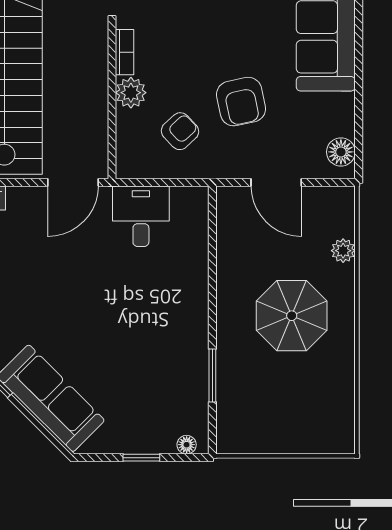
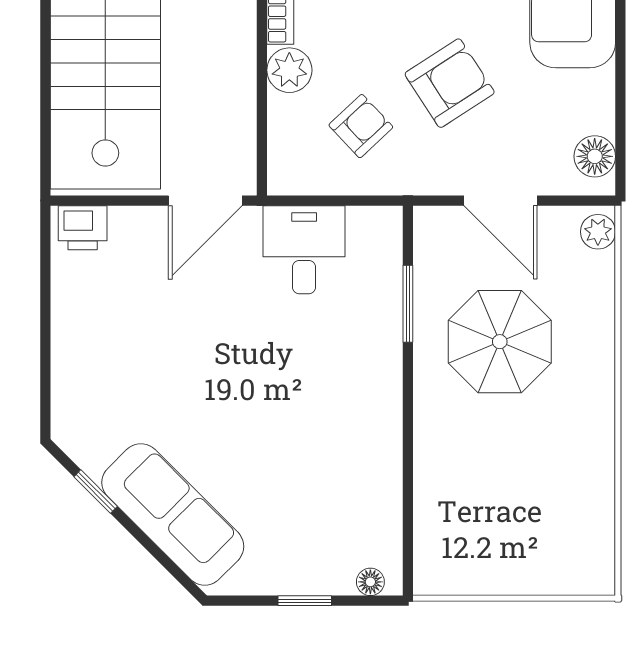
armchair: (241, 102) -> (450, 83), turned -111
plant: (343, 251) -> (598, 232), moved
parasol: (292, 316) -> (500, 342), moved
window: (212, 375) -> (408, 304), moved

